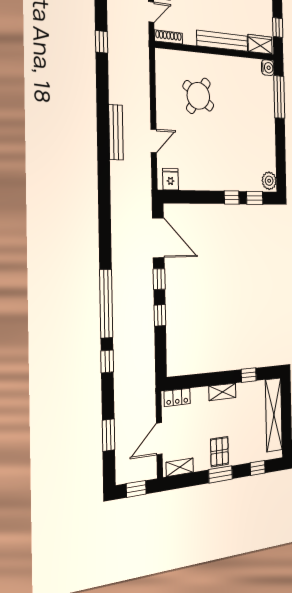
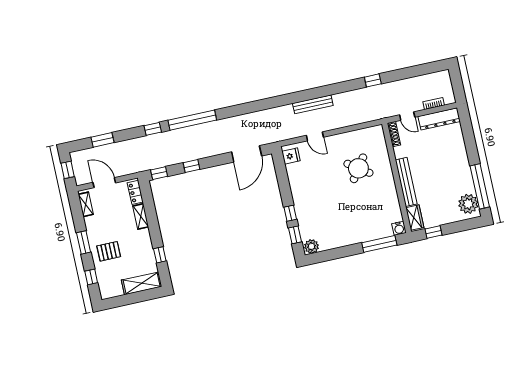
window: (159, 279) -> (159, 173), moved
shelving: (222, 392) -> (141, 216), moved
shelving: (274, 415) -> (142, 283), width x0.68
pallet: (220, 452) -> (109, 251), moved

